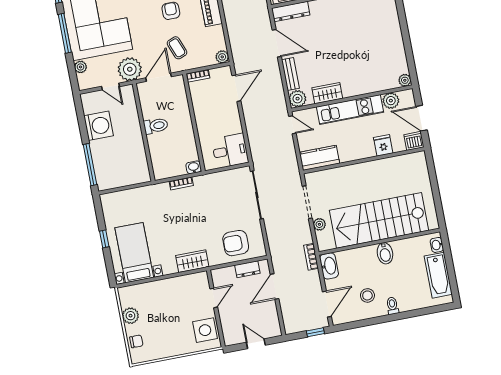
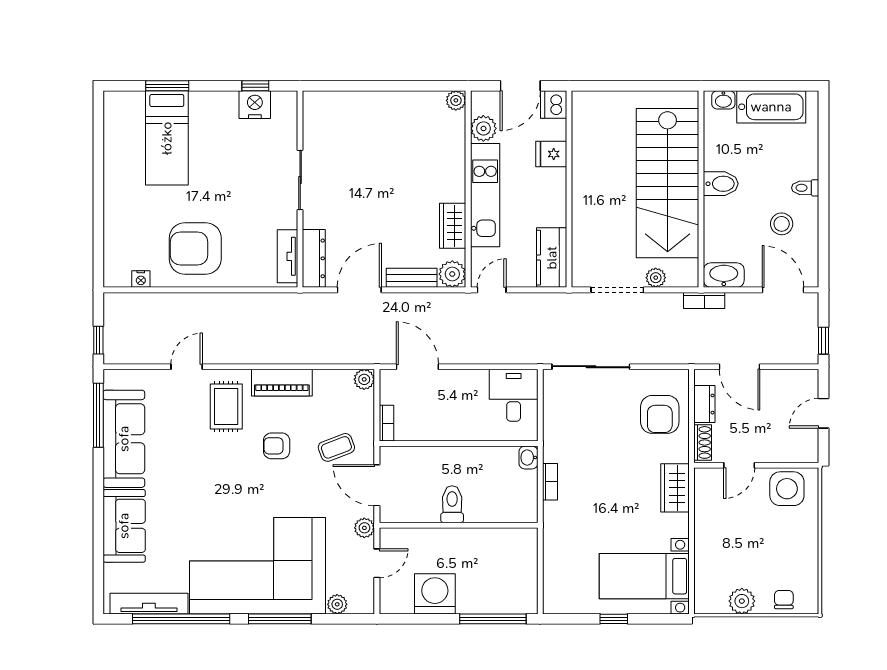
plant: (130, 69) -> (364, 528), width x0.53, depth x0.53
shoe rack: (223, 273) -> (703, 442), added
door: (214, 298) -> (739, 465), swing flipped
window: (315, 332) -> (824, 341), moved

